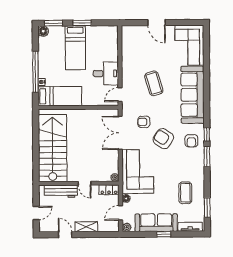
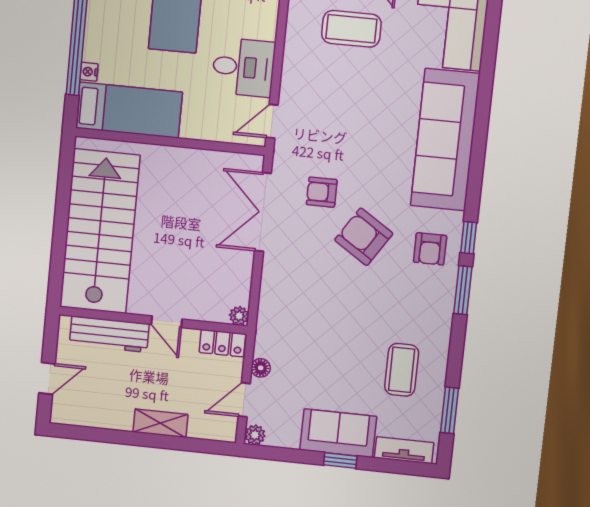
coffee table: (154, 83) -> (351, 29), moved, turned -73
corner sofa: (138, 172) -> (295, 308), removed
sofa: (156, 223) -> (338, 433), width x0.73
door: (65, 235) -> (109, 436), removed

